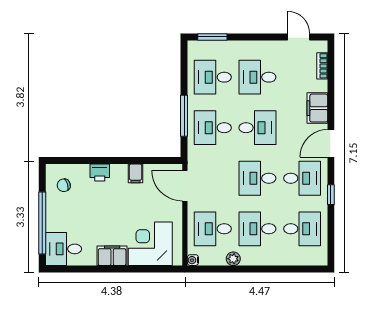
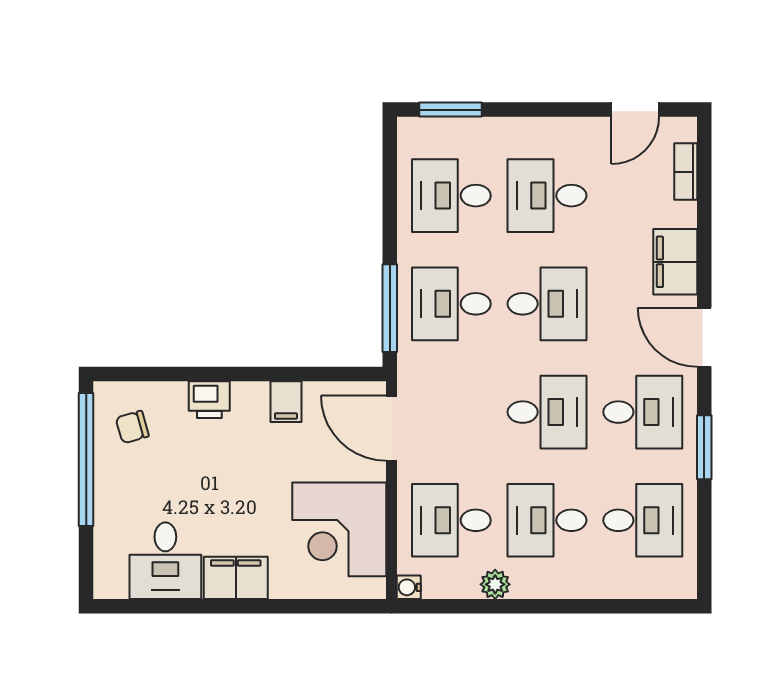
door: (299, 37) -> (635, 110), swing flipped
window: (184, 116) -> (390, 308), moved
door: (331, 143) -> (704, 337), hinge flipped
desk: (257, 178) -> (547, 412), turned 180
window: (331, 195) -> (704, 447), width x1.50
window: (42, 223) -> (86, 460), moved
corner desk: (150, 244) -> (339, 529), moved, turned -90
desk: (63, 249) -> (165, 561), moved, turned -90

